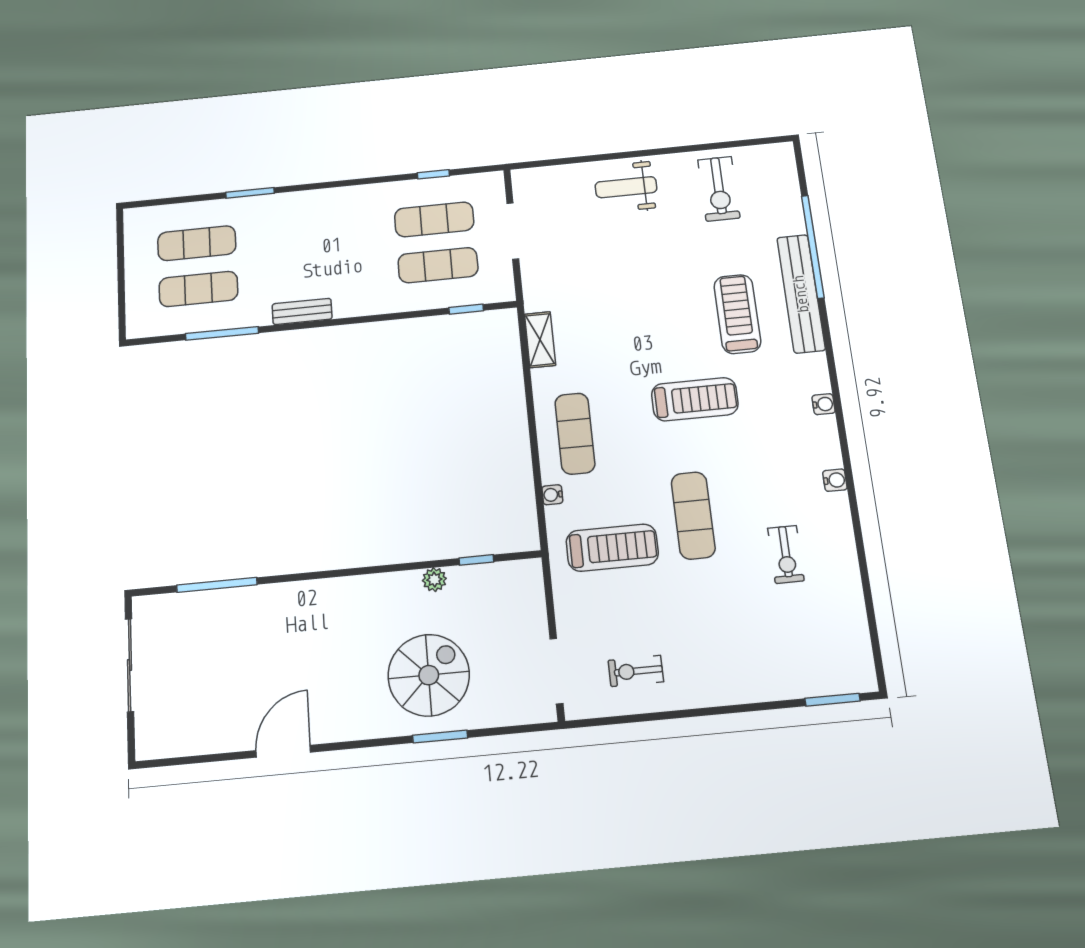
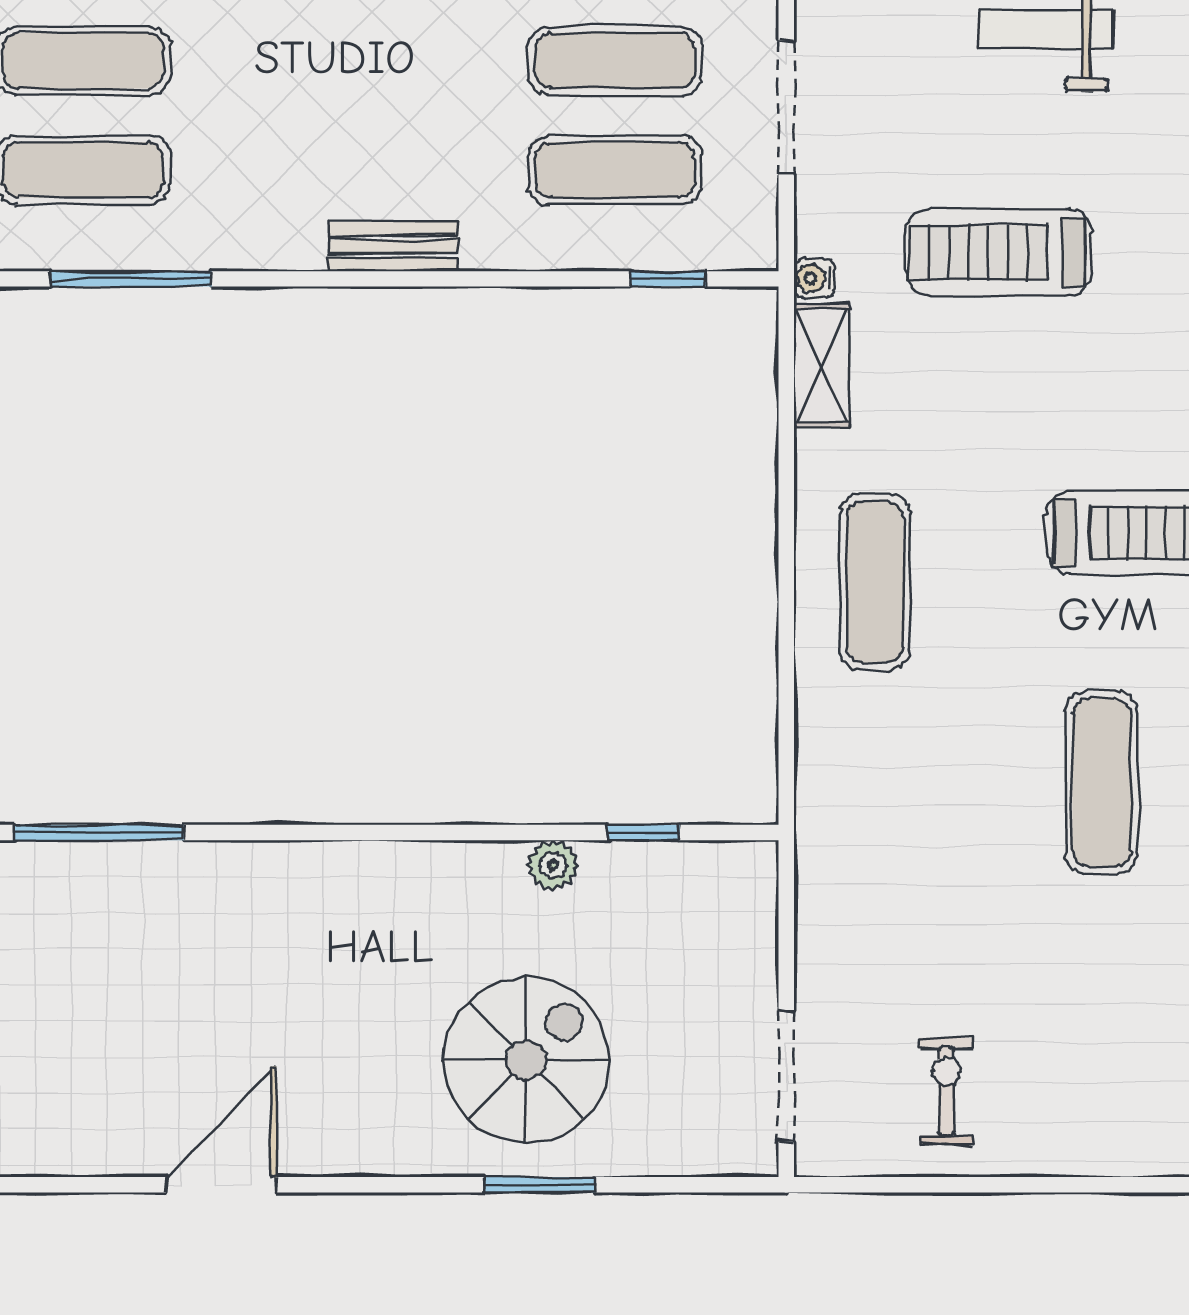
bench: (302, 311) -> (393, 247), moved
water cooler: (552, 495) -> (814, 278), moved
treadmill: (612, 548) -> (999, 252), moved, turned 180
exercise bike: (636, 671) -> (946, 1091), turned 90

